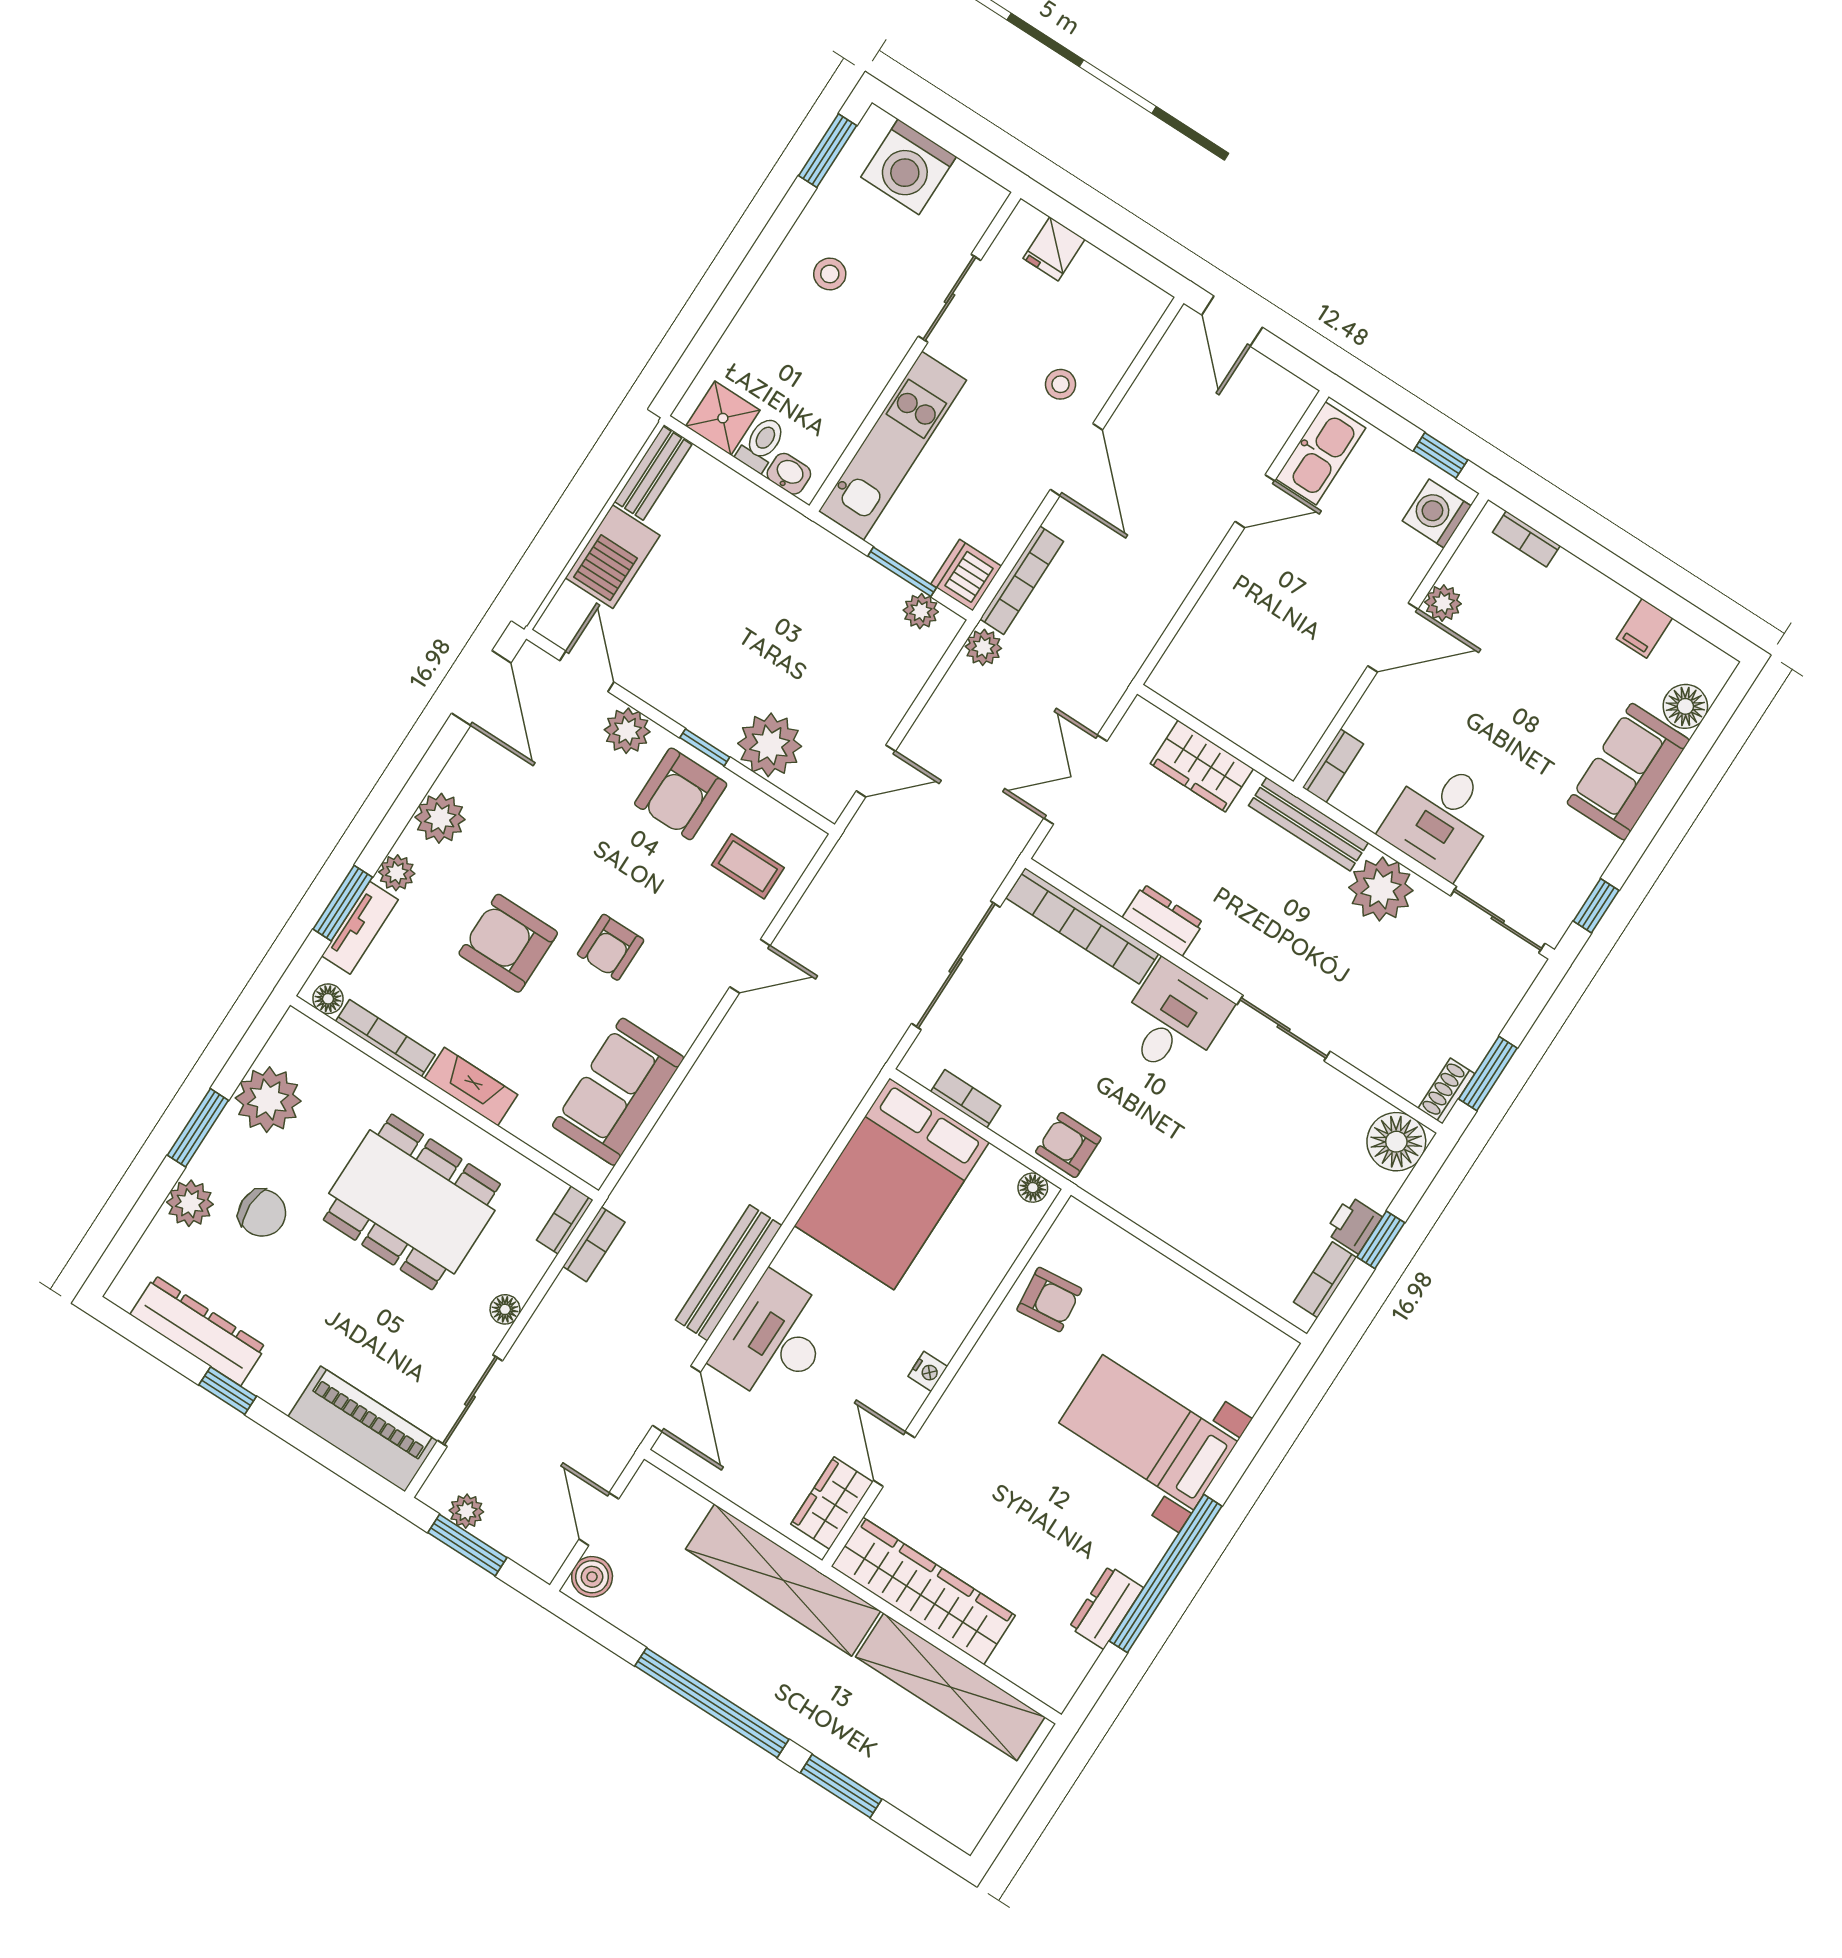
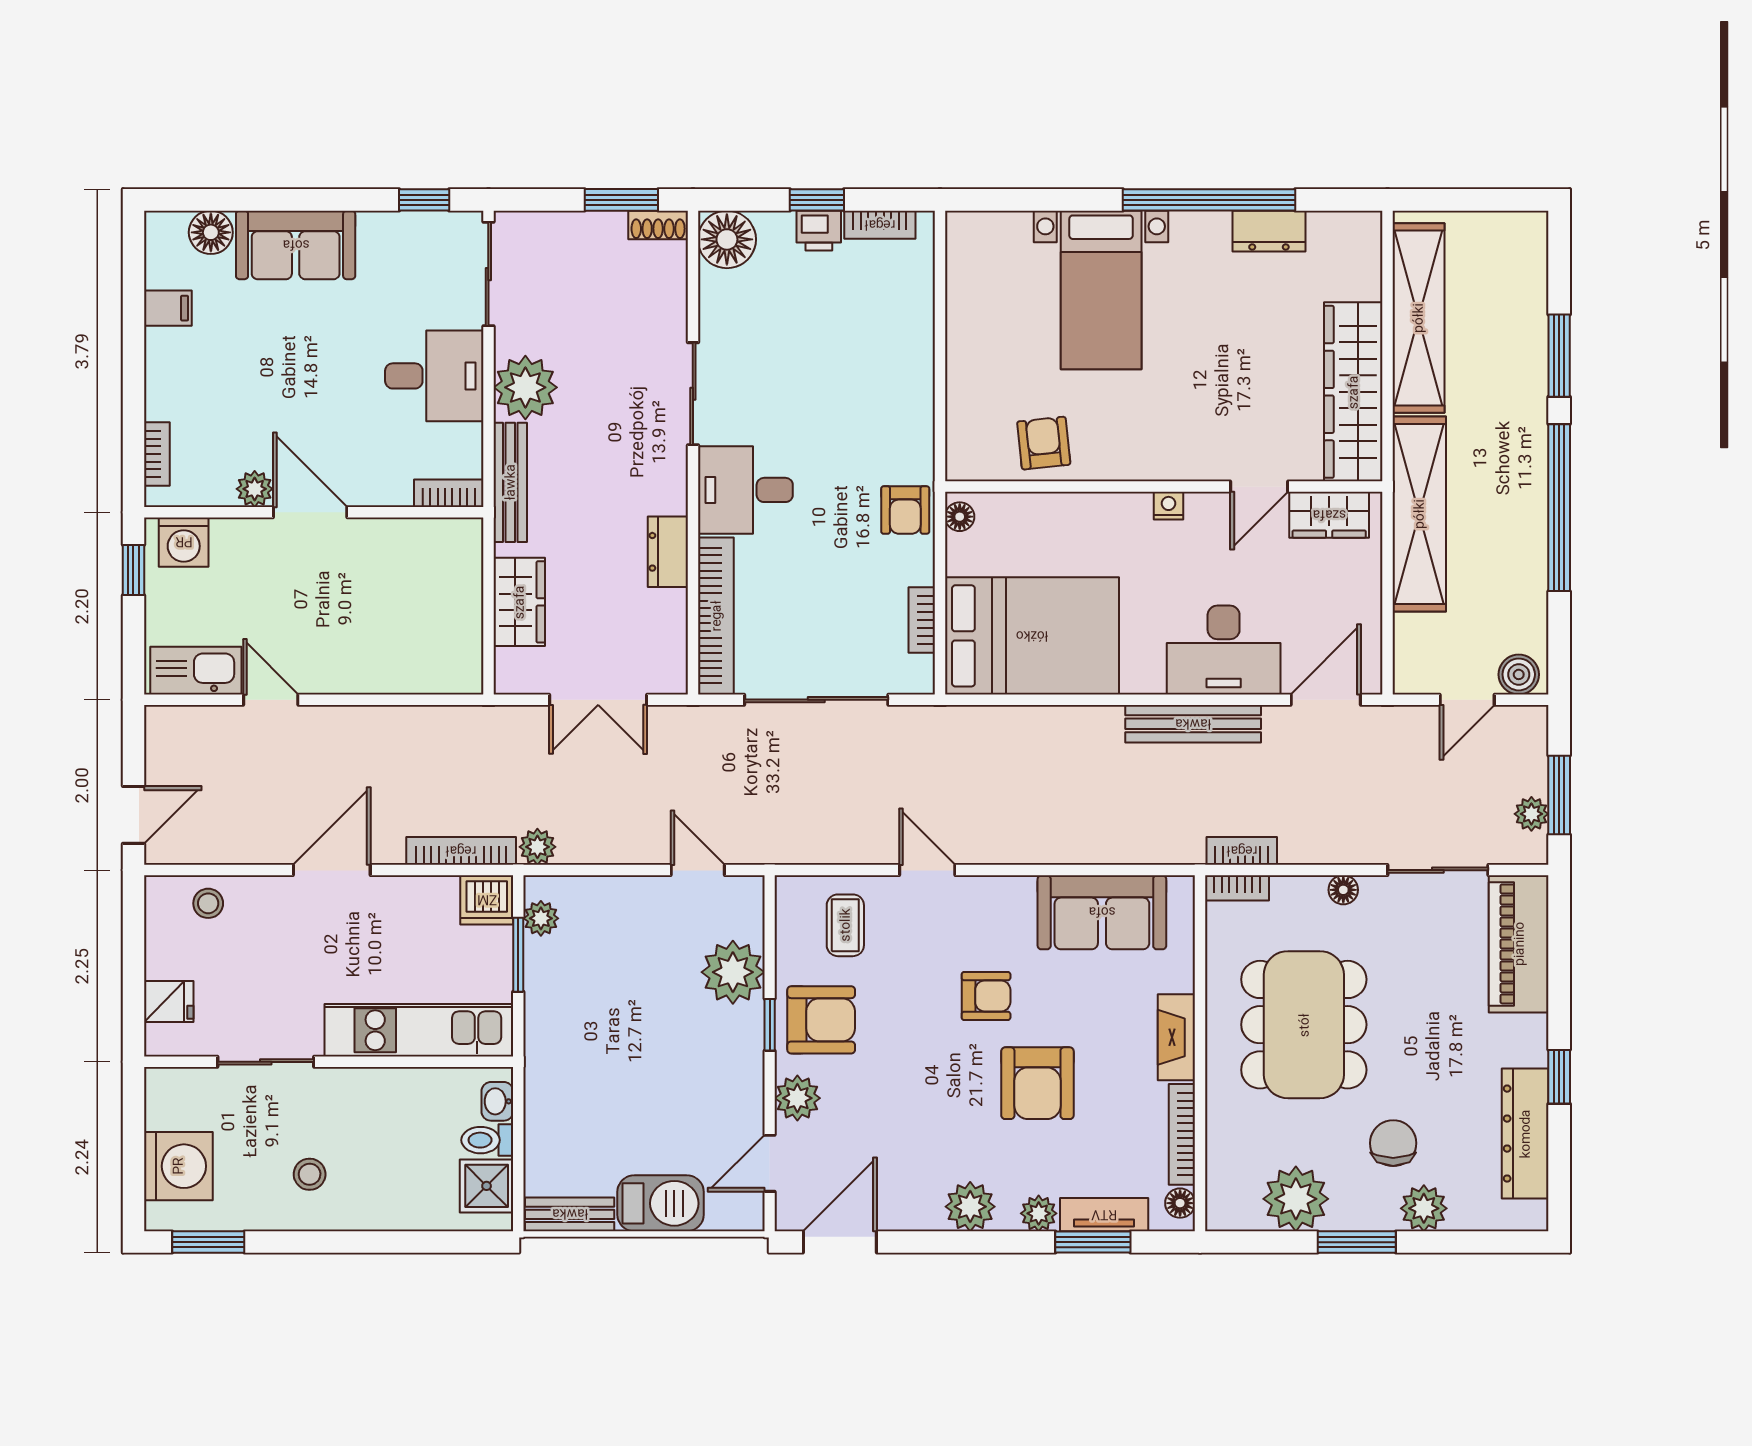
stool: (1061, 384) -> (208, 903), moved

